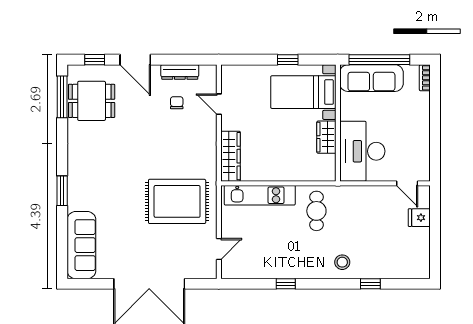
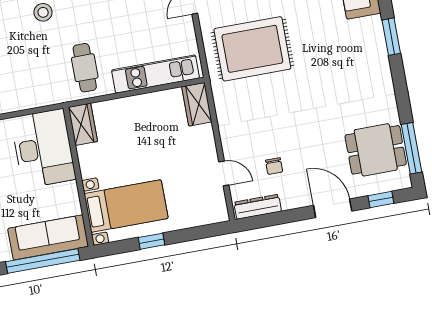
dresser: (180, 72) -> (258, 207), moved
wardrobe: (326, 137) -> (83, 124), moved
wardrobe: (231, 156) -> (197, 104), width x0.67

